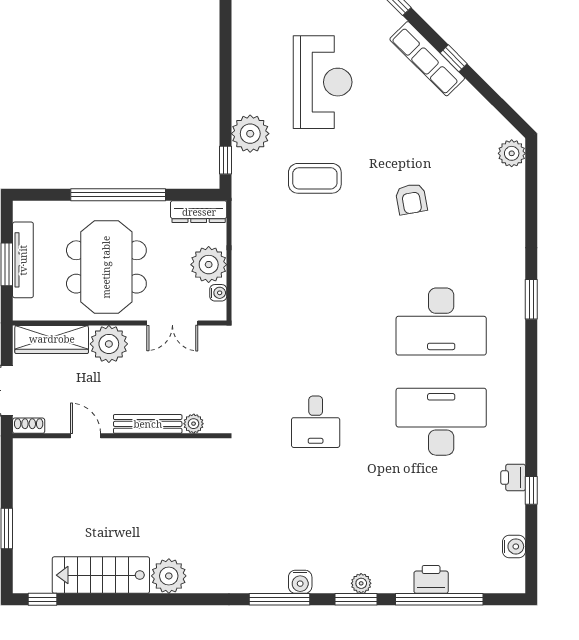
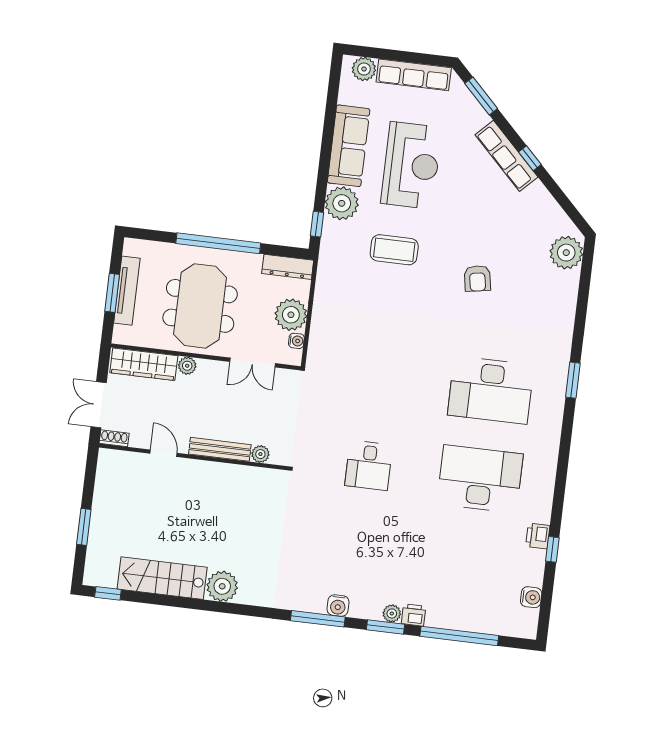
sofa: (250, 69) -> (349, 146), added
plant: (512, 153) -> (566, 253), width x1.36, depth x1.36
plant: (109, 344) -> (187, 366), width x0.53, depth x0.53
printer: (431, 579) -> (414, 615), moved, width x0.73, depth x0.81

